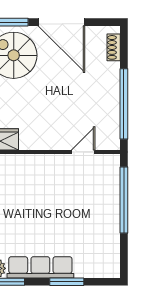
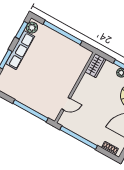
door: (83, 152) -> (66, 104), hinge flipped

